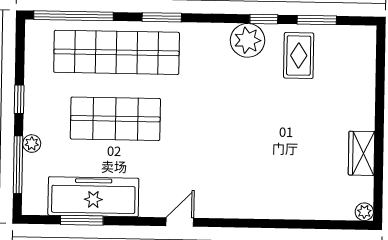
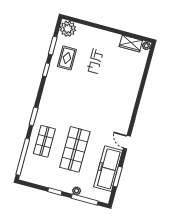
plant: (248, 40) -> (68, 29), moved
shop shelf: (117, 52) -> (44, 141), width x0.50, depth x0.74
rug: (299, 56) -> (67, 58), turned 90
wardrobe: (362, 153) -> (131, 44), moved
door: (180, 222) -> (127, 142), moved

